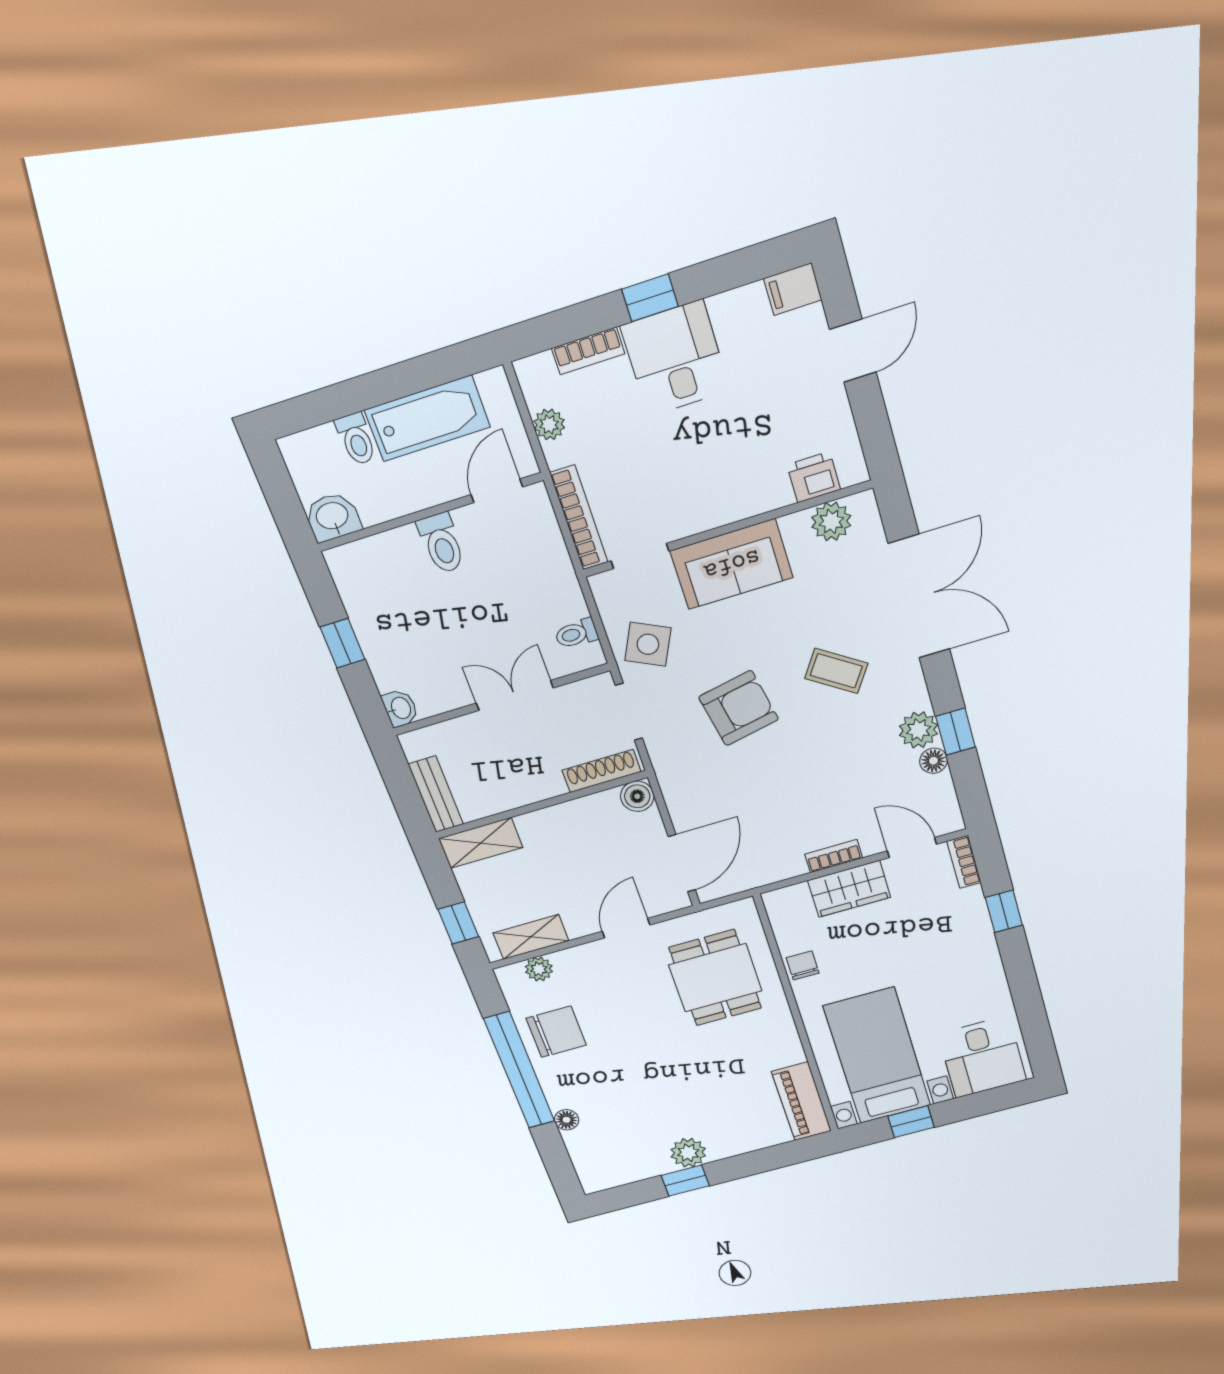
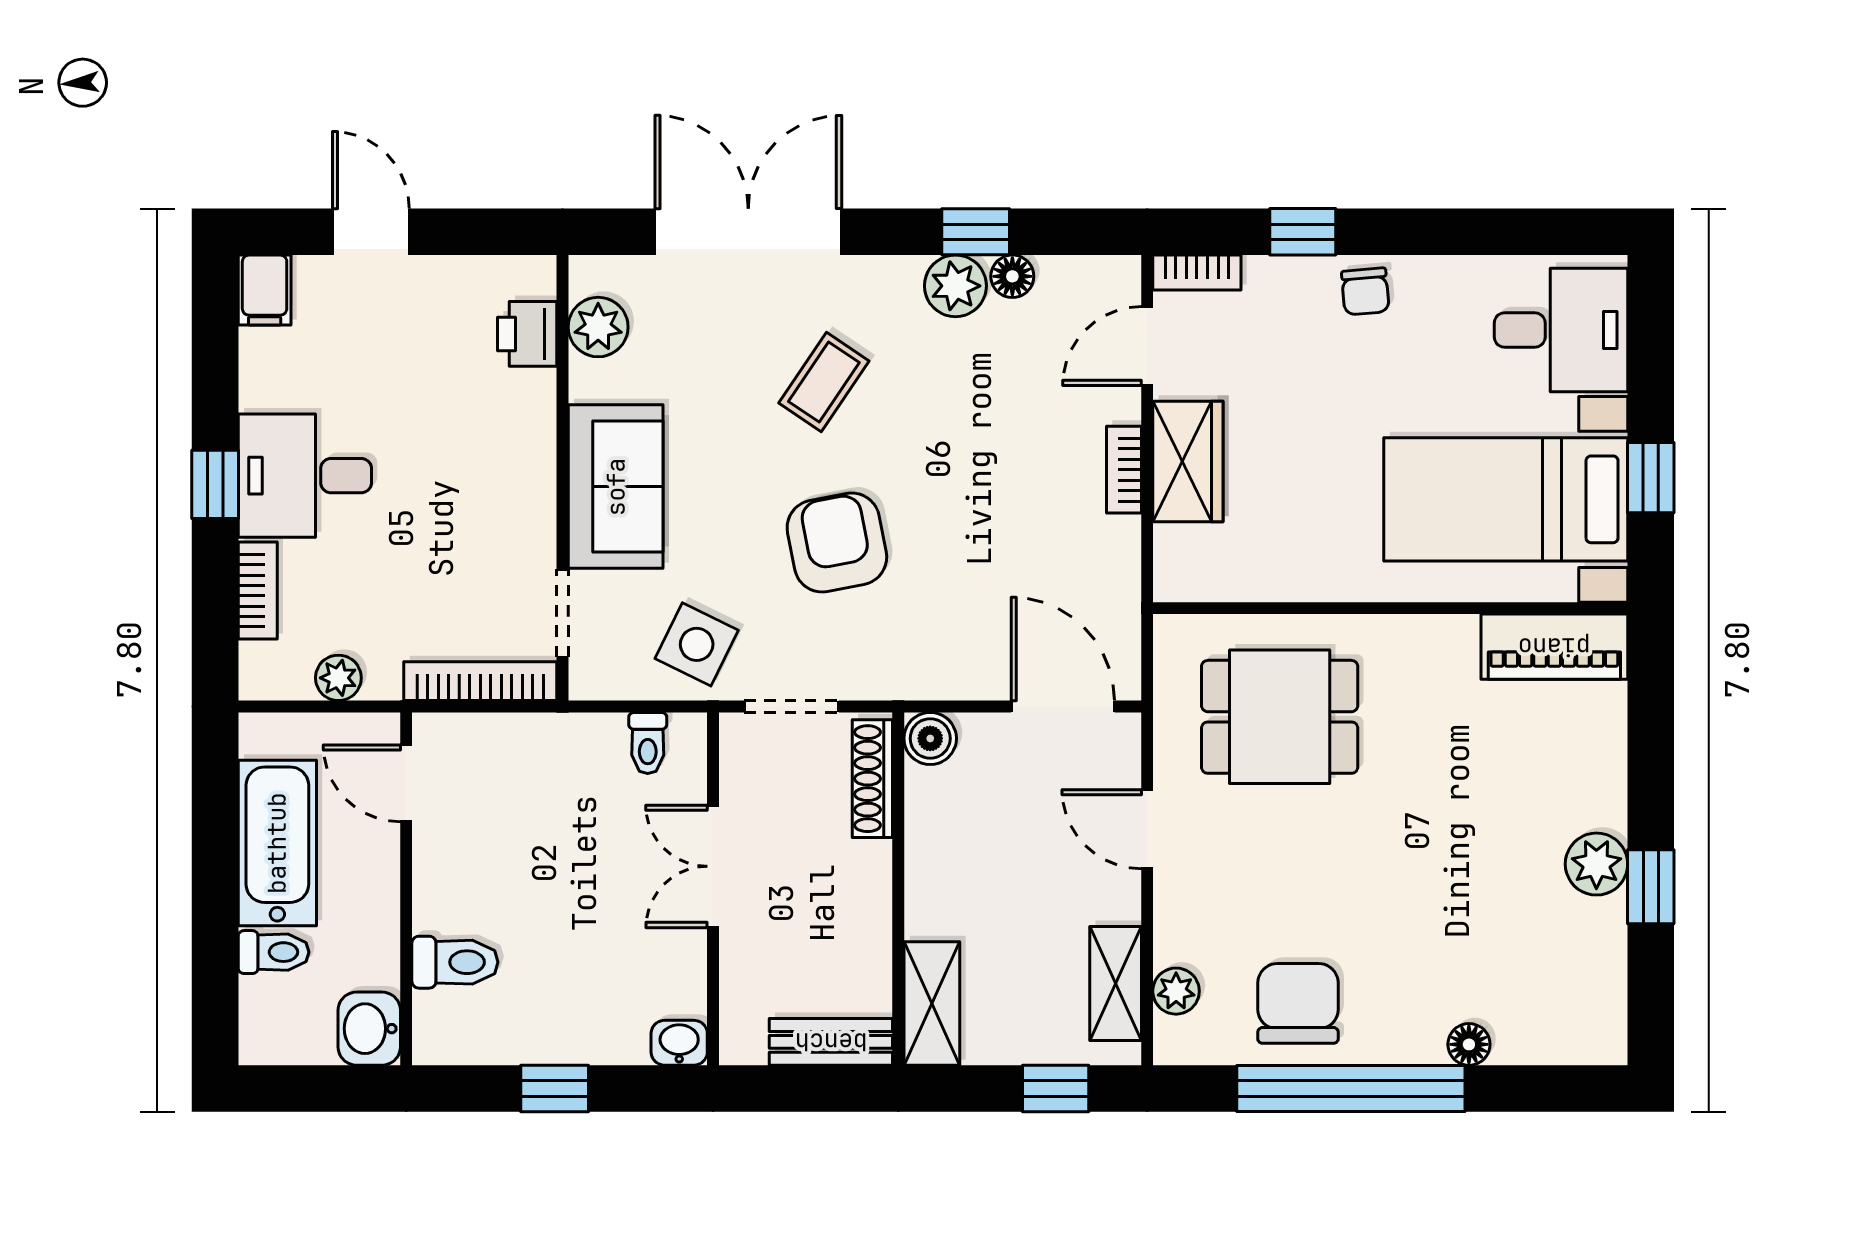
toilet: (442, 543) -> (455, 962), moved
chair: (803, 965) -> (1365, 291), moved, turned -95

